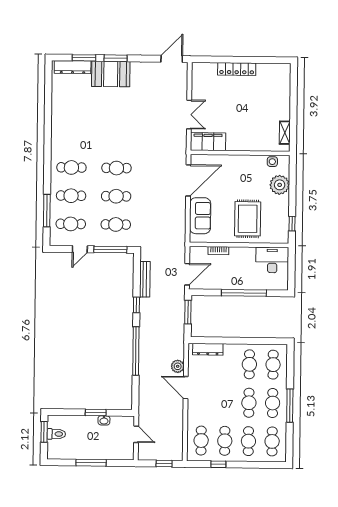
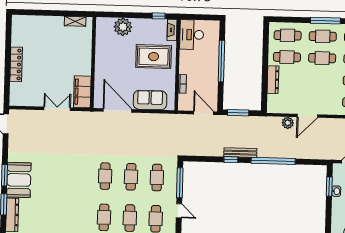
side table: (272, 162) -> (102, 33), removed
fireplace: (277, 239) -> (172, 30), added
bench: (145, 279) -> (240, 153), moved
dresser: (208, 349) -> (273, 80), moved
window: (96, 413) -> (329, 187), moved

